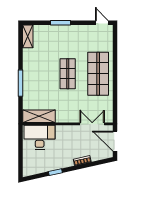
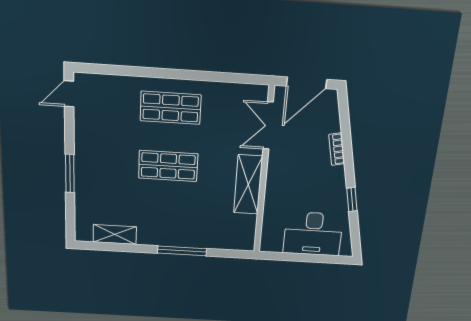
shelving: (28, 36) -> (115, 234), moved
shop shelf: (98, 74) -> (171, 108), width x0.70, depth x0.74
shelving: (39, 116) -> (248, 185), moved
desk: (40, 137) -> (313, 234), moved, turned -90

